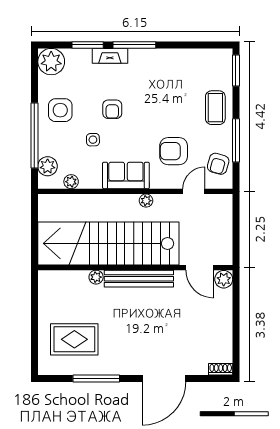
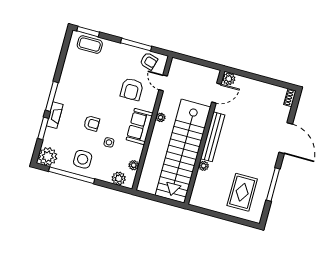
coffee table: (215, 108) -> (90, 45), moved
window: (34, 136) -> (72, 175), moved

